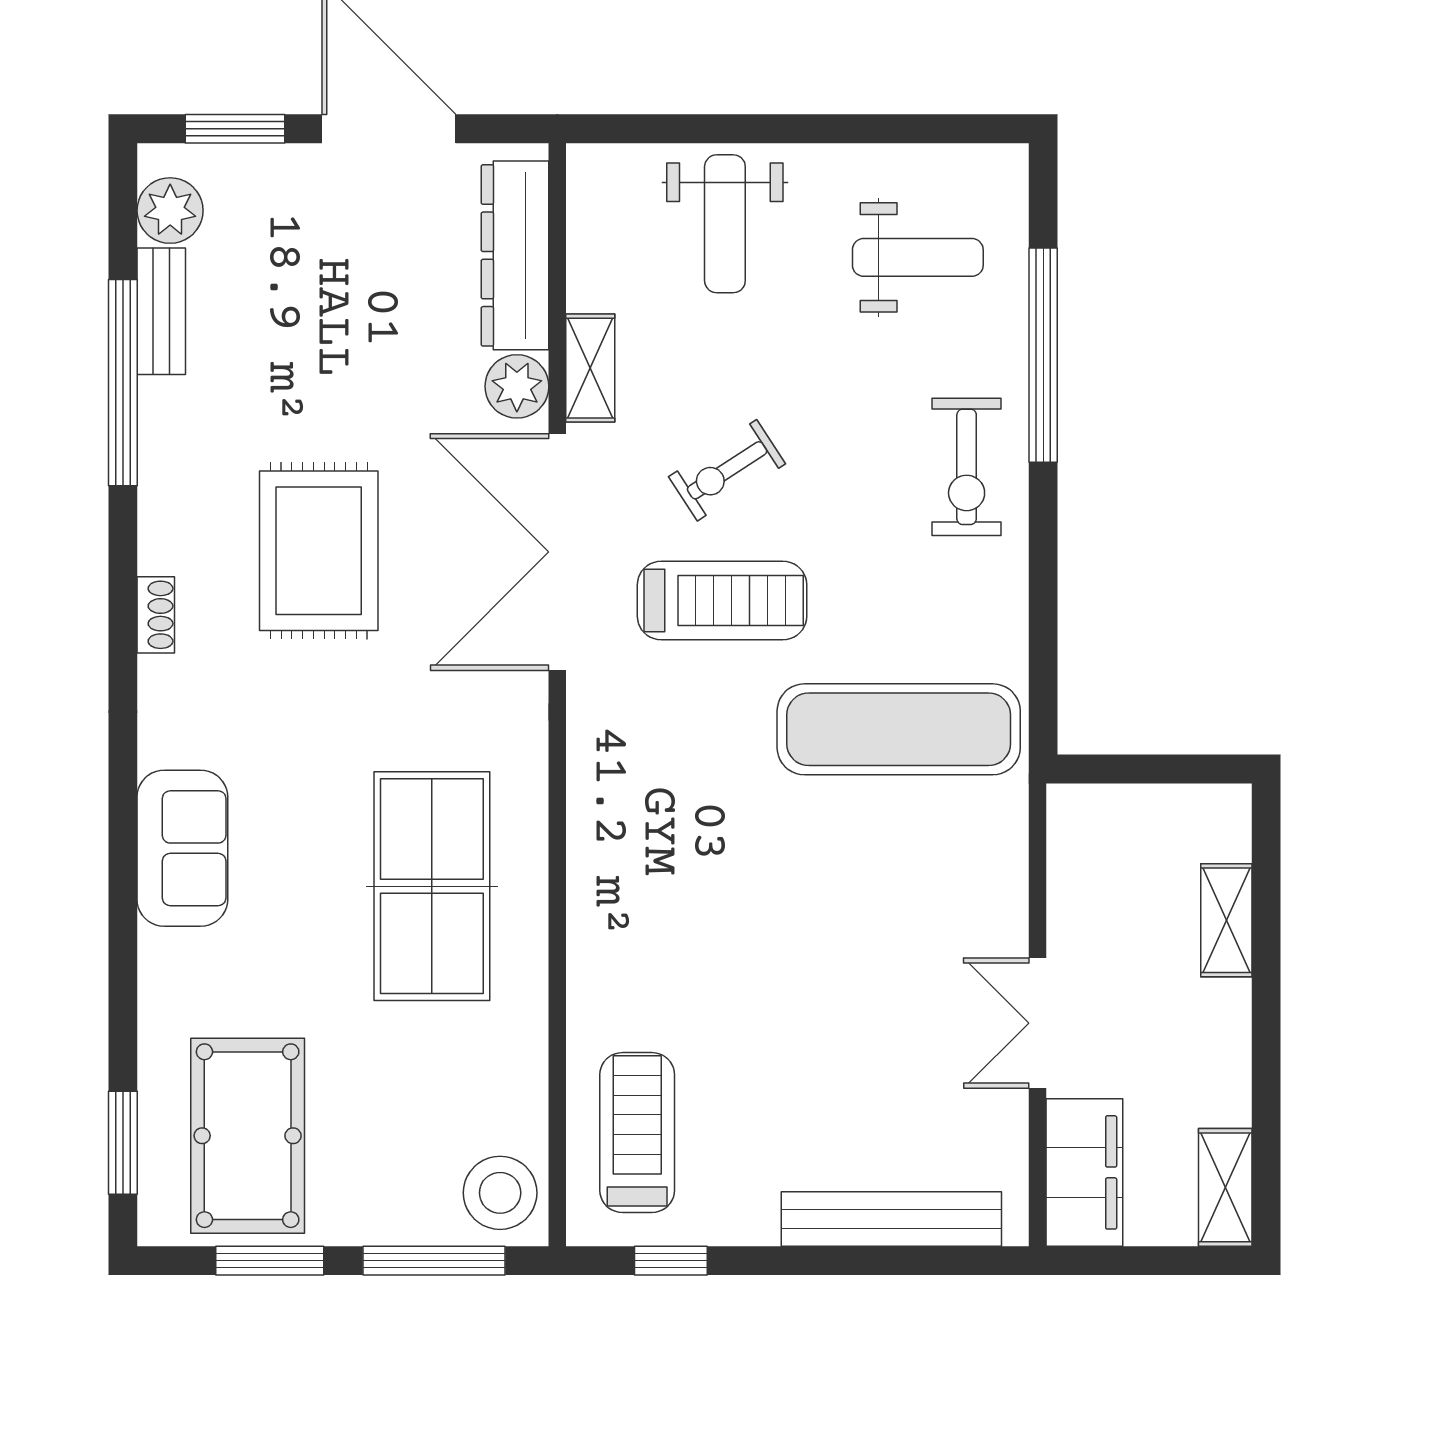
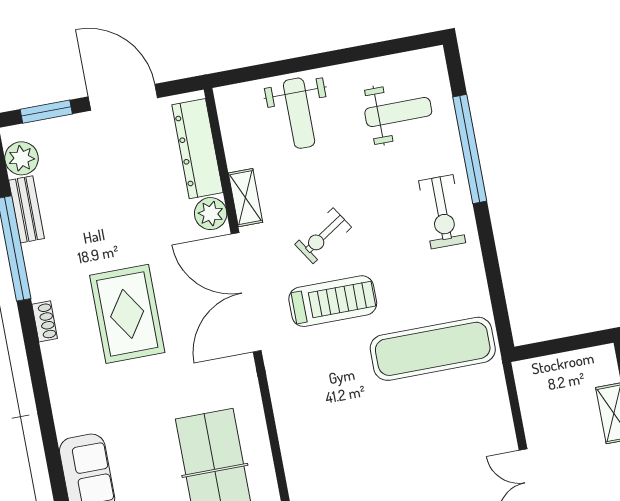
shoe rack: (156, 615) -> (45, 321), moved

